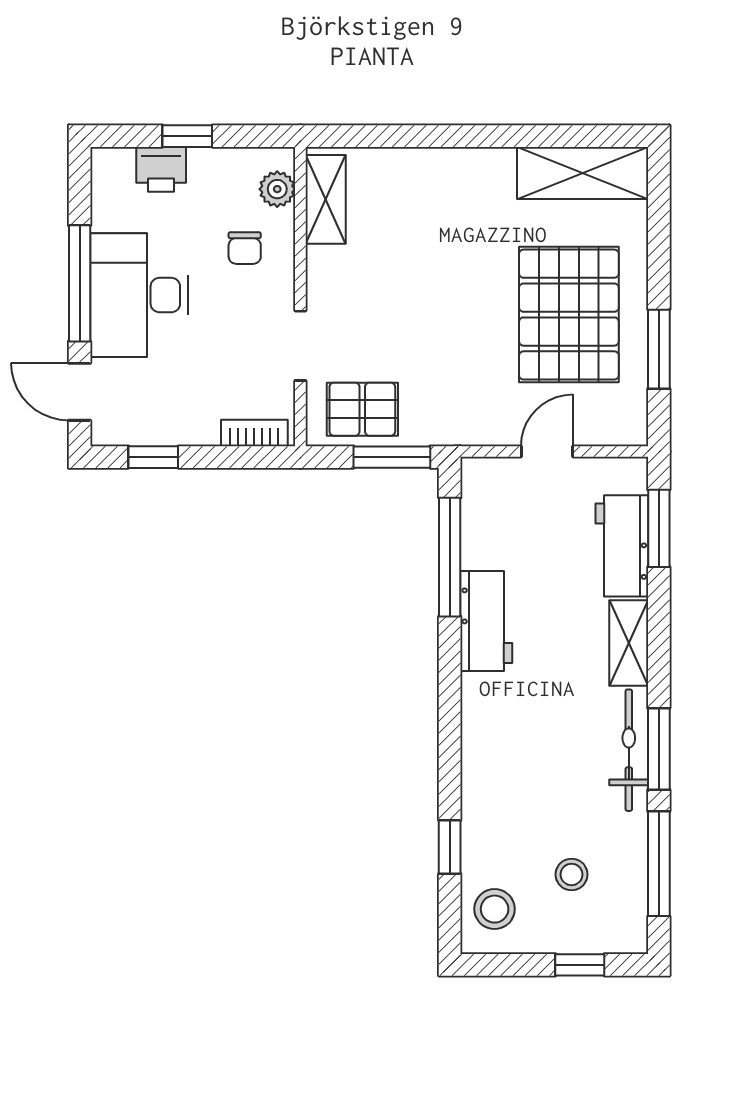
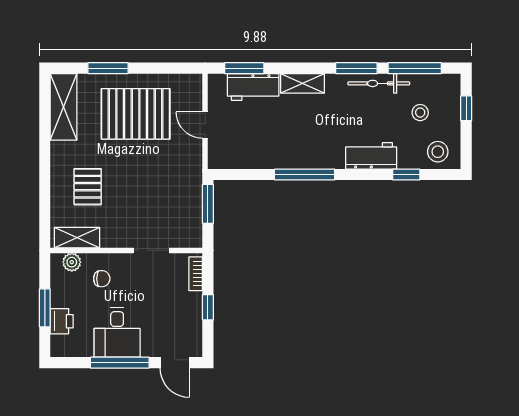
window: (187, 136) -> (45, 308), width x1.50
desk: (139, 295) -> (117, 332), width x0.73
window: (659, 349) -> (108, 68), moved
door: (80, 392) -> (175, 363), hinge flipped
pallet: (362, 409) -> (88, 187), moved
window: (153, 457) -> (208, 307), moved
window: (450, 557) -> (305, 174), moved
workbench: (486, 621) -> (371, 156), moved
bicycle: (629, 750) -> (379, 83), moved

